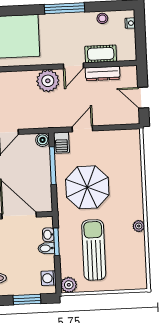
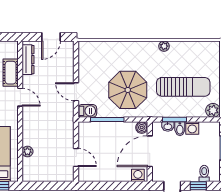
dresser: (103, 74) -> (28, 60), moved
plant: (48, 81) -> (27, 152), moved, width x0.53, depth x0.53
boiler: (43, 140) -> (142, 127), moved
sun lounger: (94, 250) -> (183, 87), turned 180
washing machine: (49, 278) -> (192, 128), moved

